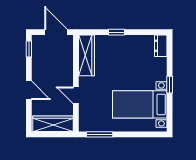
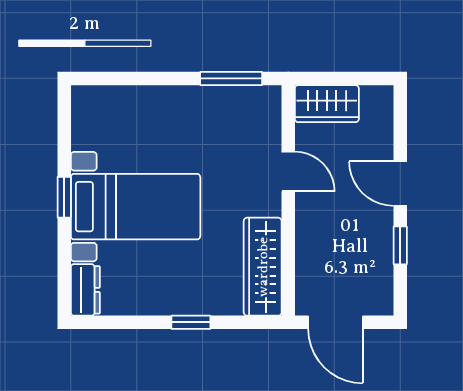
window: (29, 49) -> (400, 245), moved
bed with nightstands: (140, 104) -> (136, 207), moved
wardrobe: (53, 124) -> (327, 104), width x0.67

